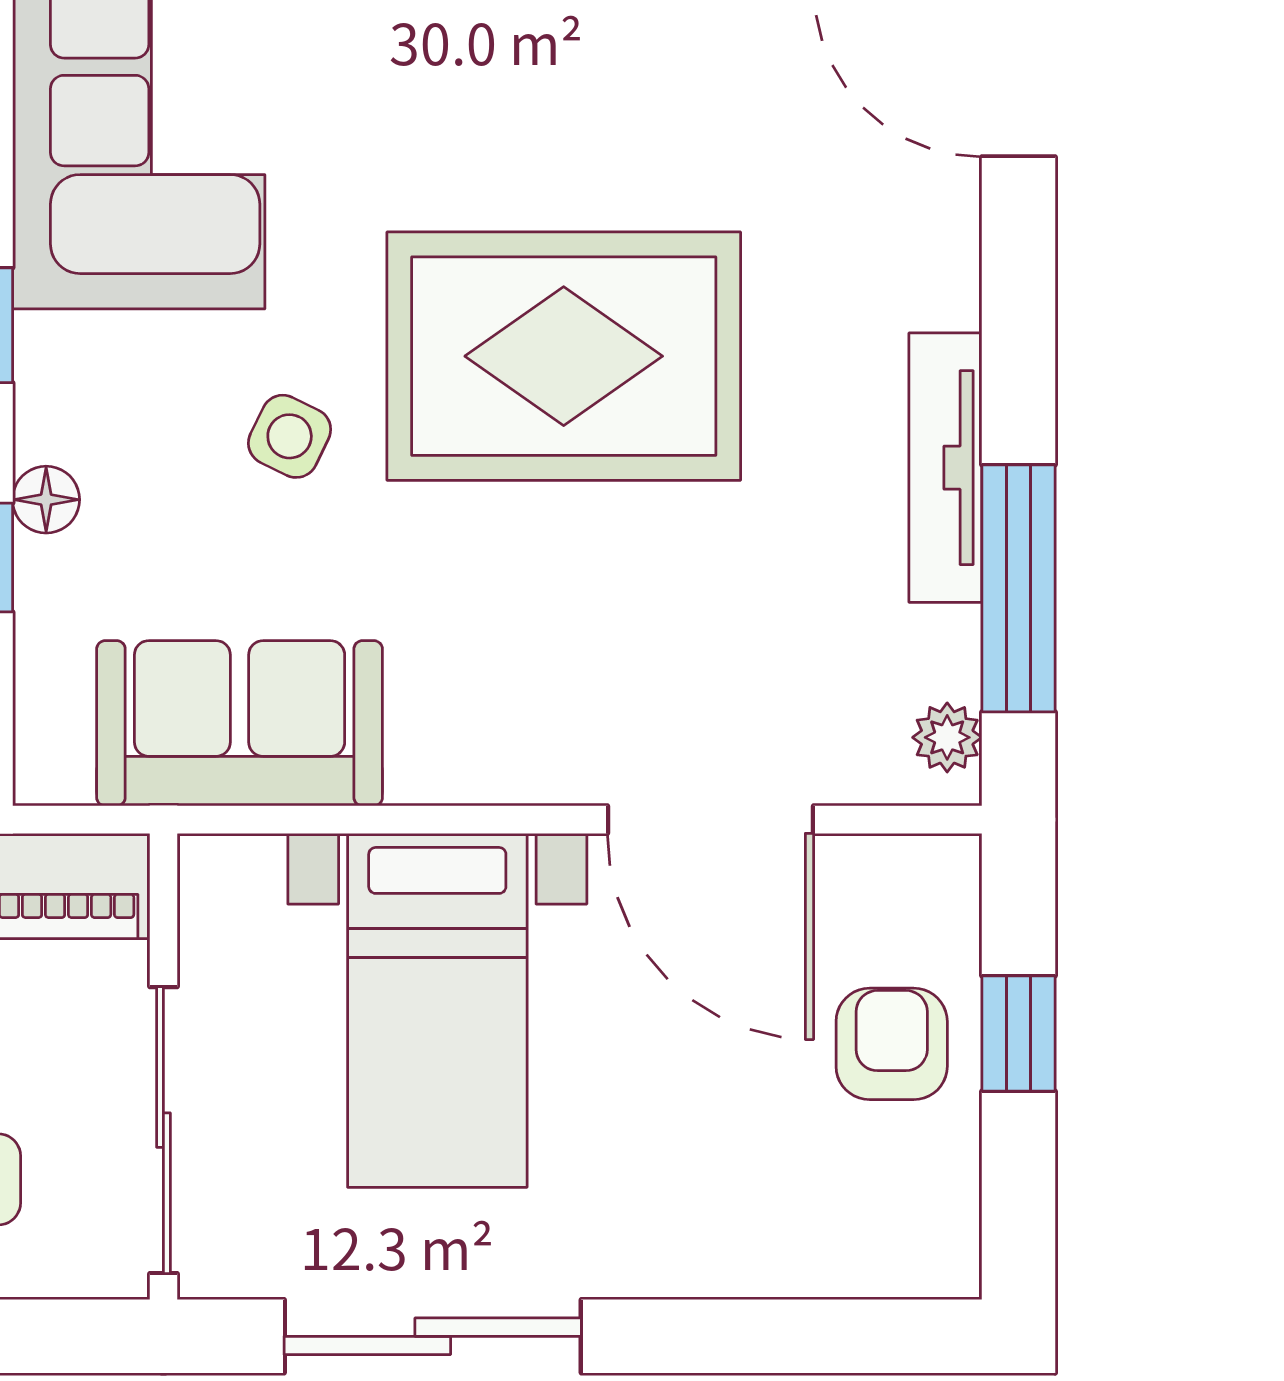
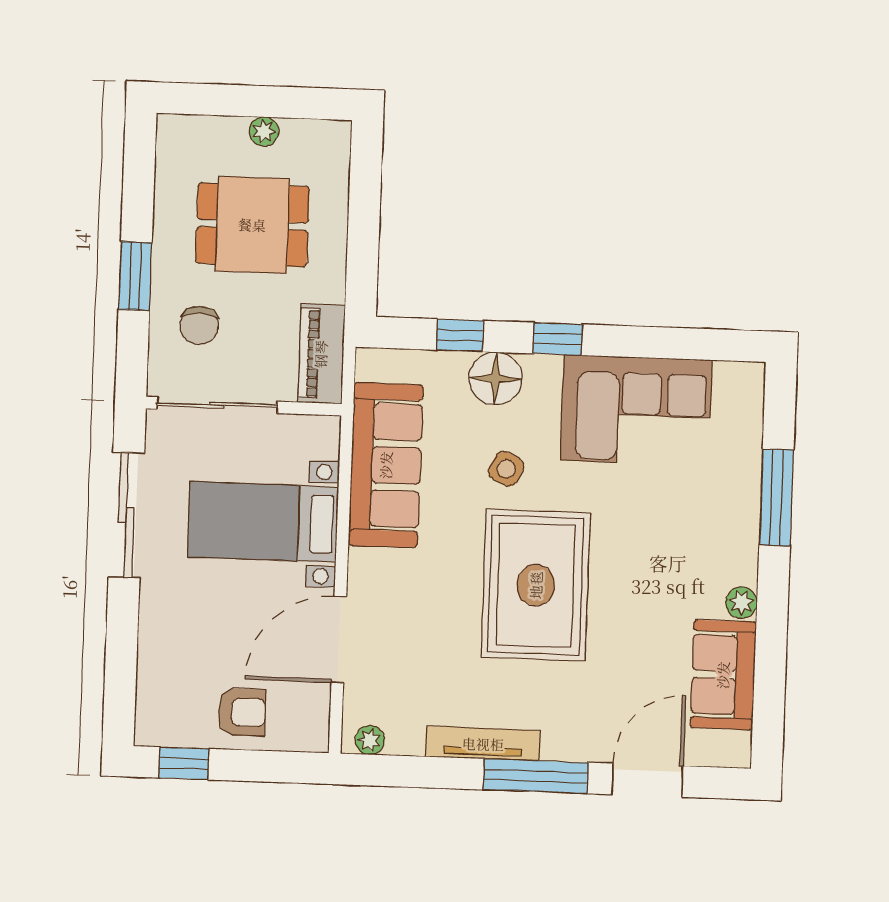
floor lamp: (46, 500) -> (495, 379), width x1.89, depth x1.89
window: (1018, 588) -> (536, 776), moved
sofa: (240, 723) -> (386, 465), width x1.36
window: (1018, 1033) -> (184, 763), moved

